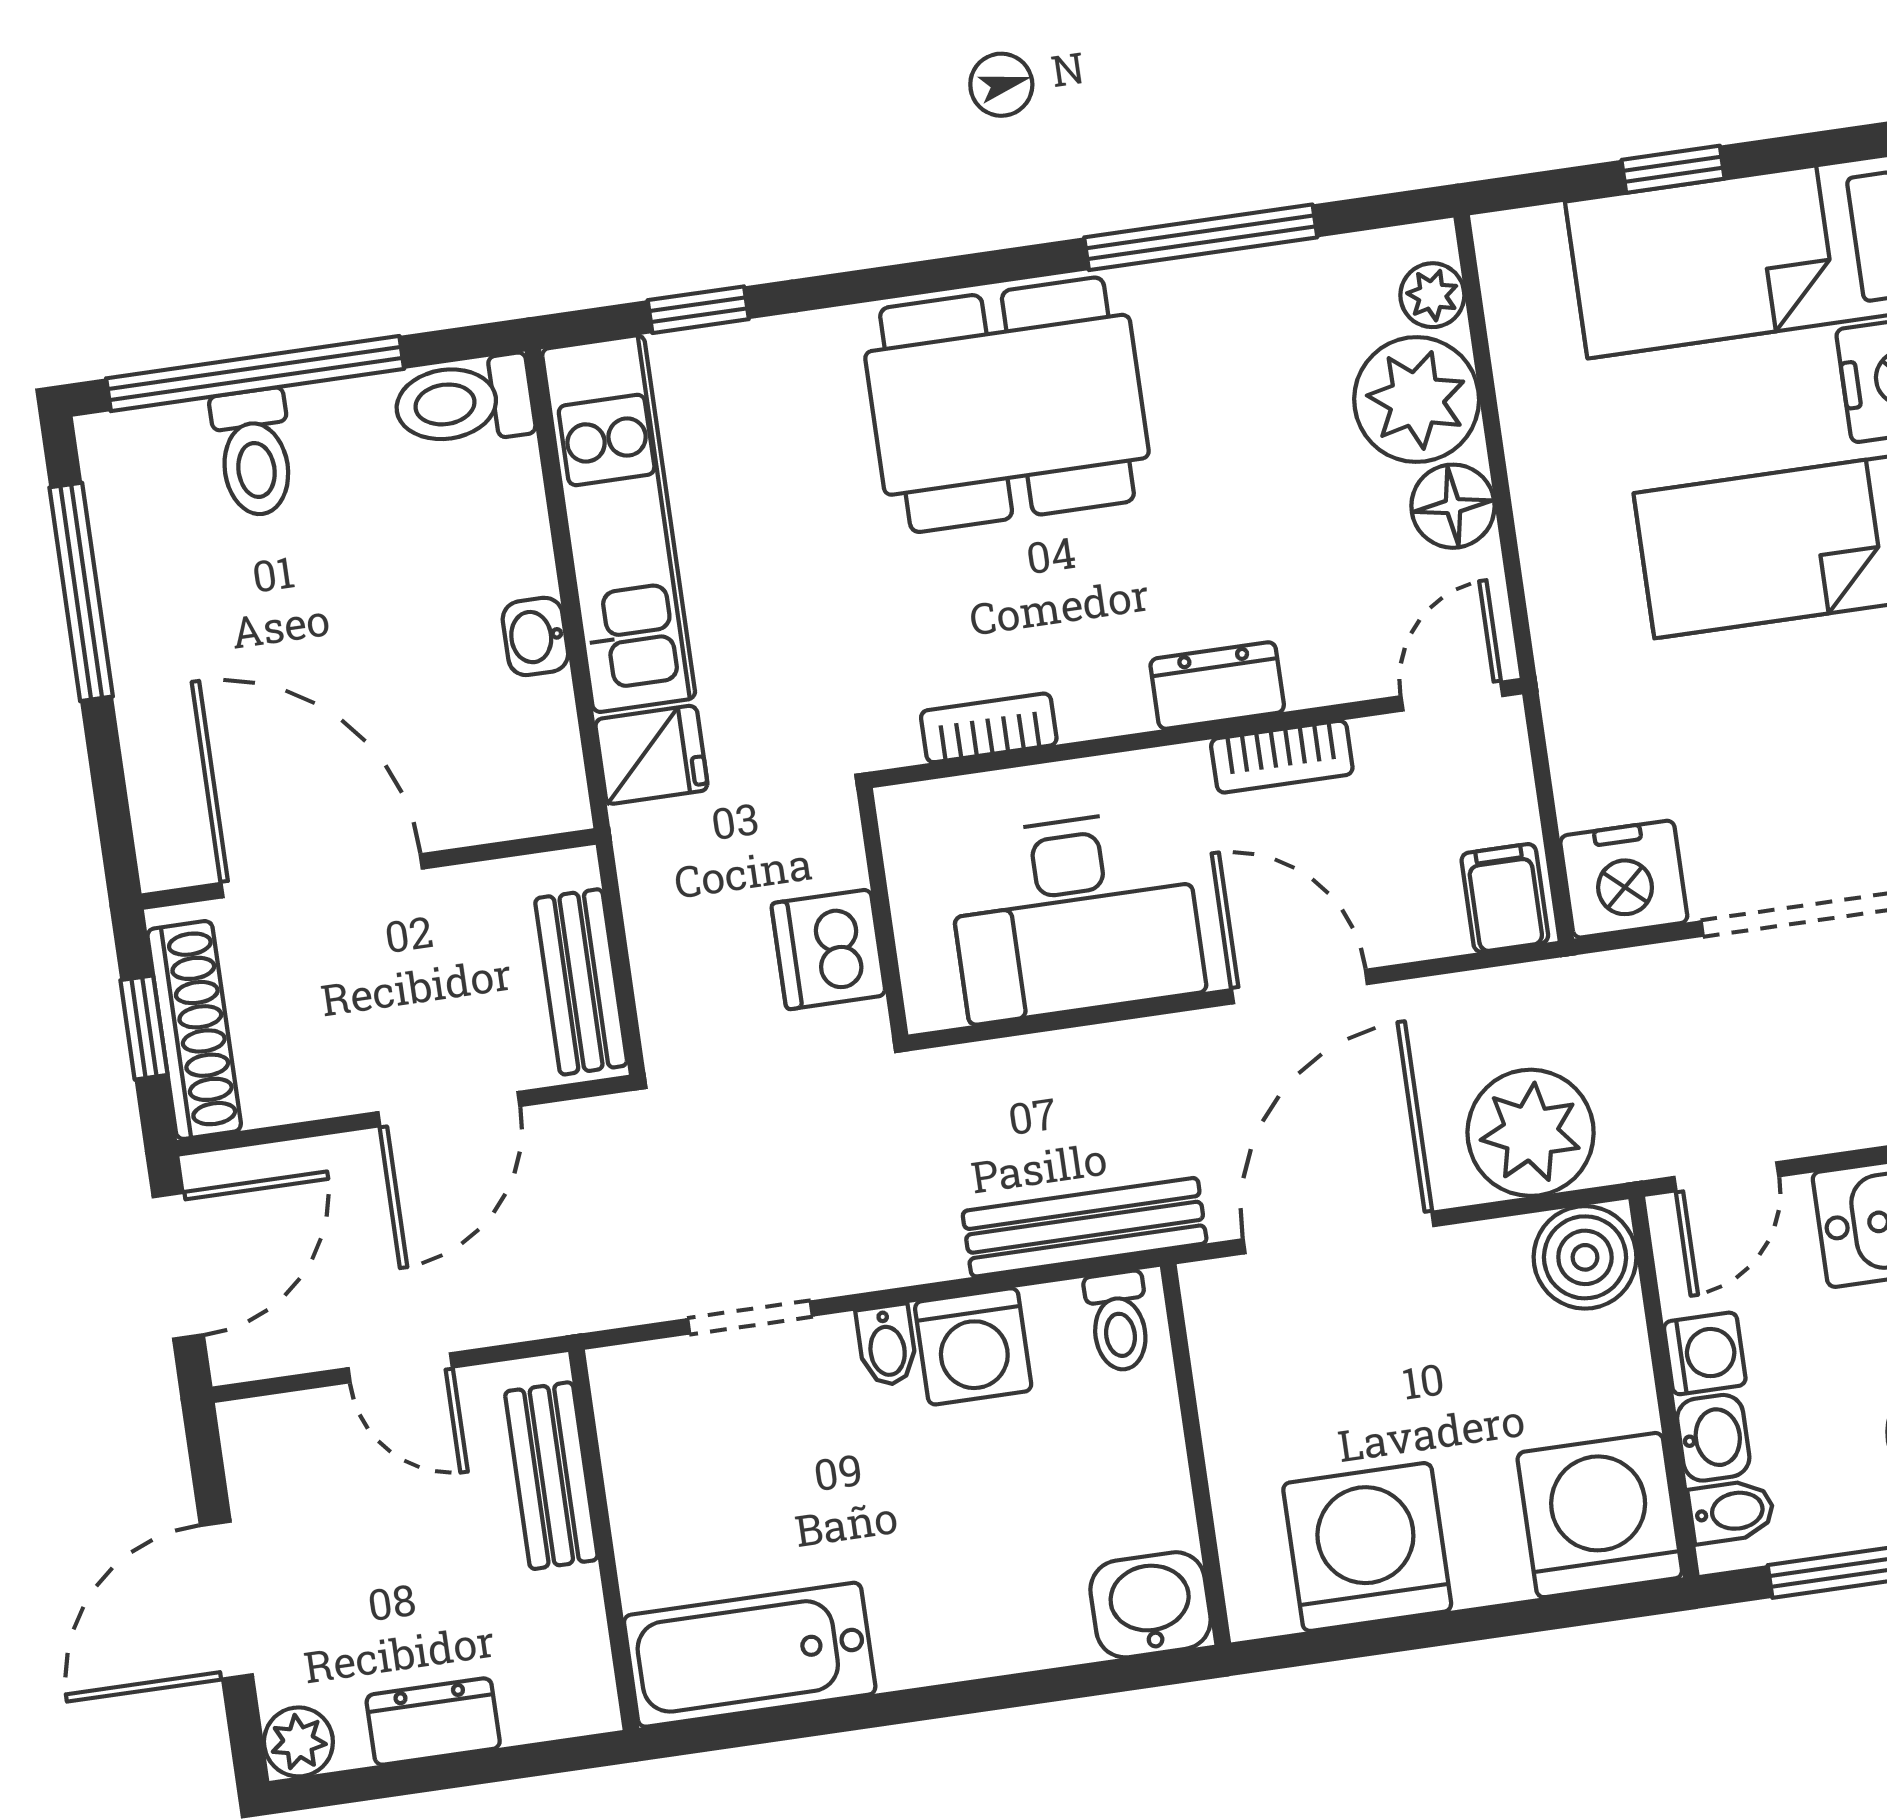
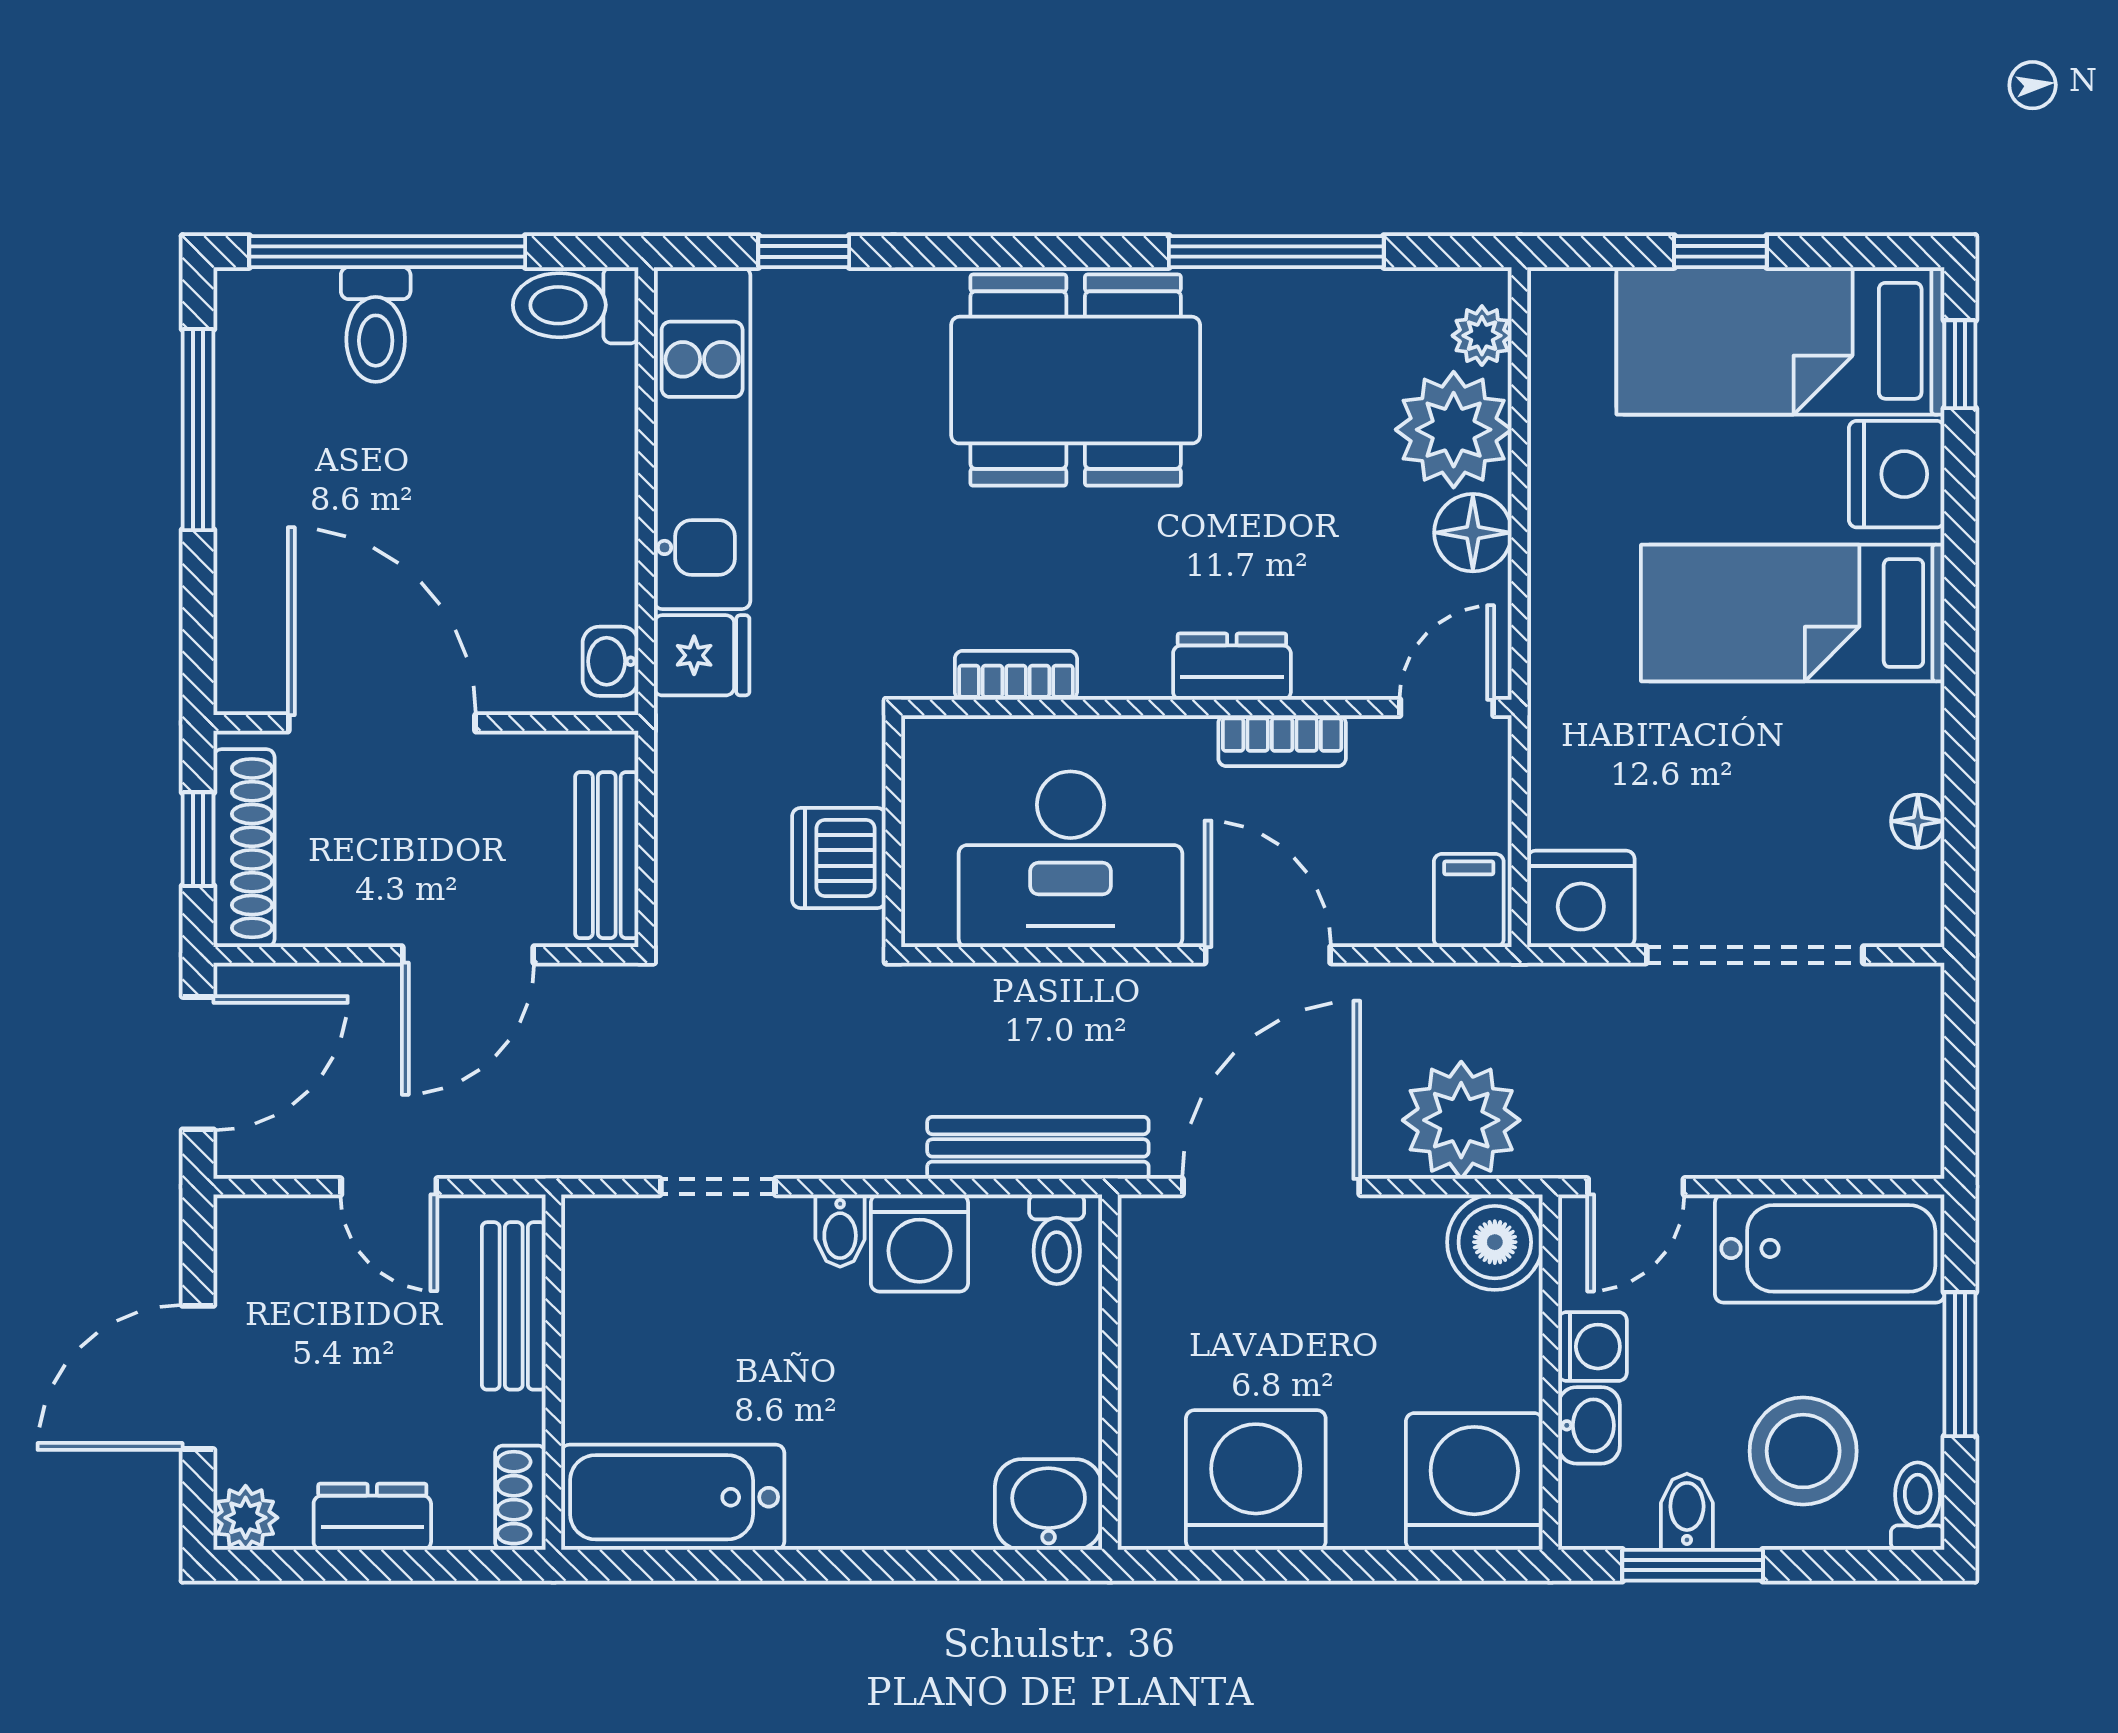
washbasin: (535, 636) -> (610, 661), moved
bidet: (1732, 1512) -> (1687, 1512), moved, turned -90
shoe rack: (588, 1679) -> (520, 1498), added

